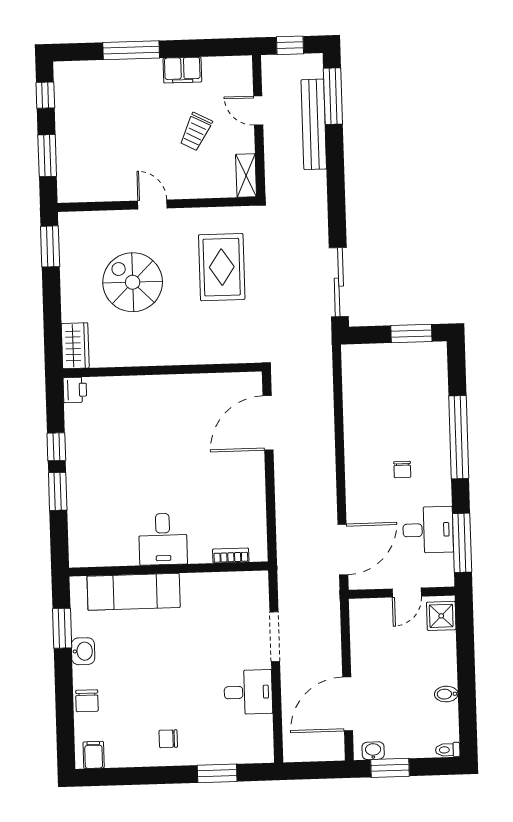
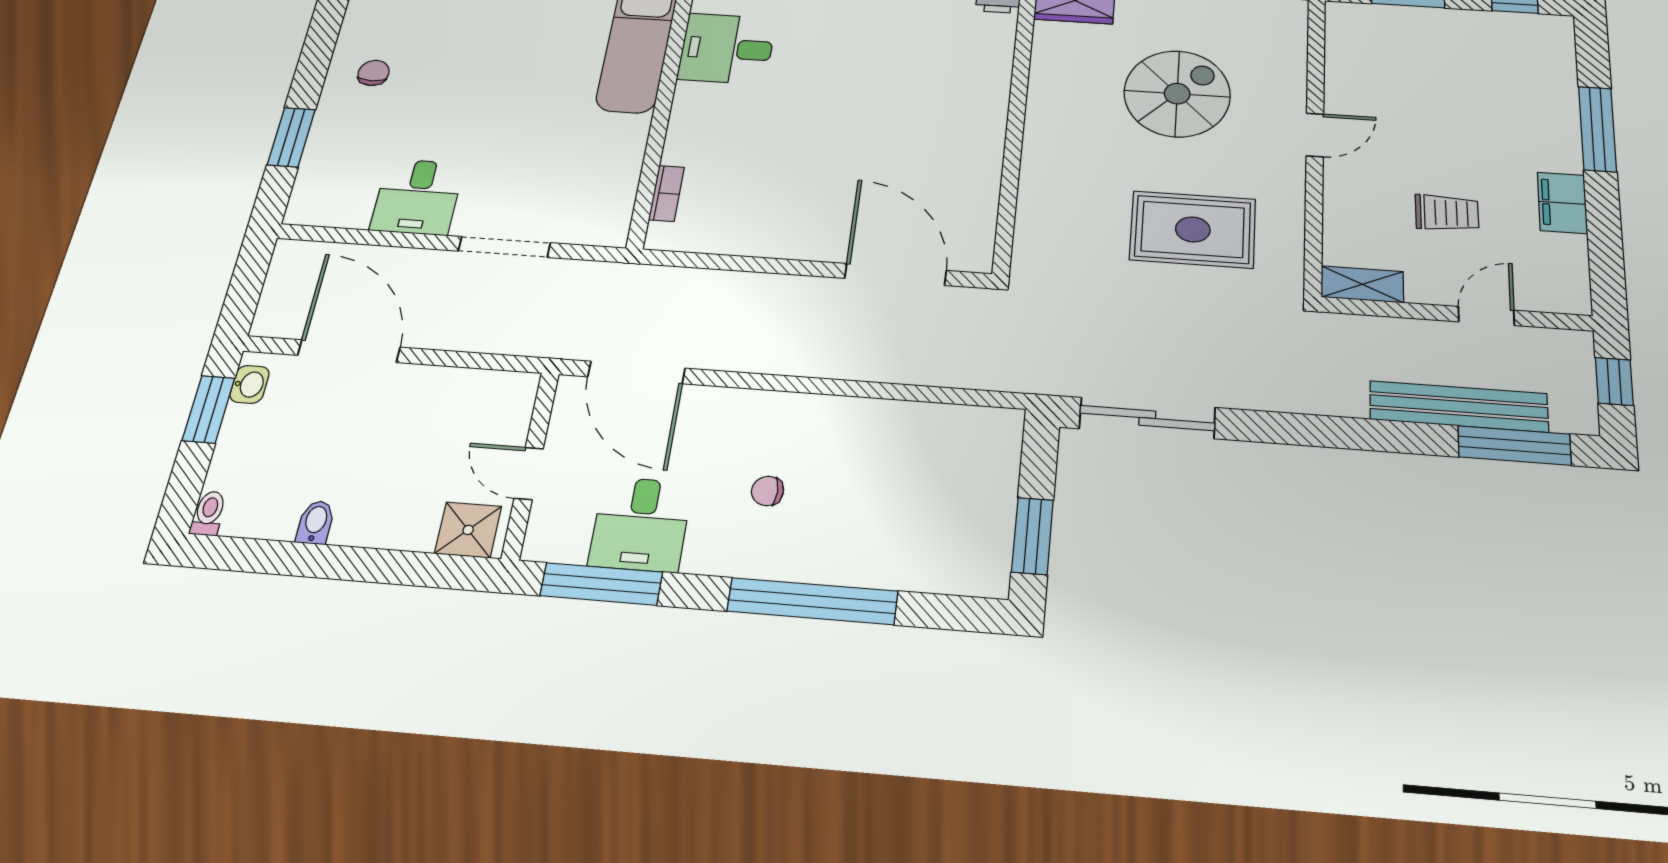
trolley: (196, 132) -> (1447, 213), turned 152
desk: (163, 539) -> (727, 49), moved

